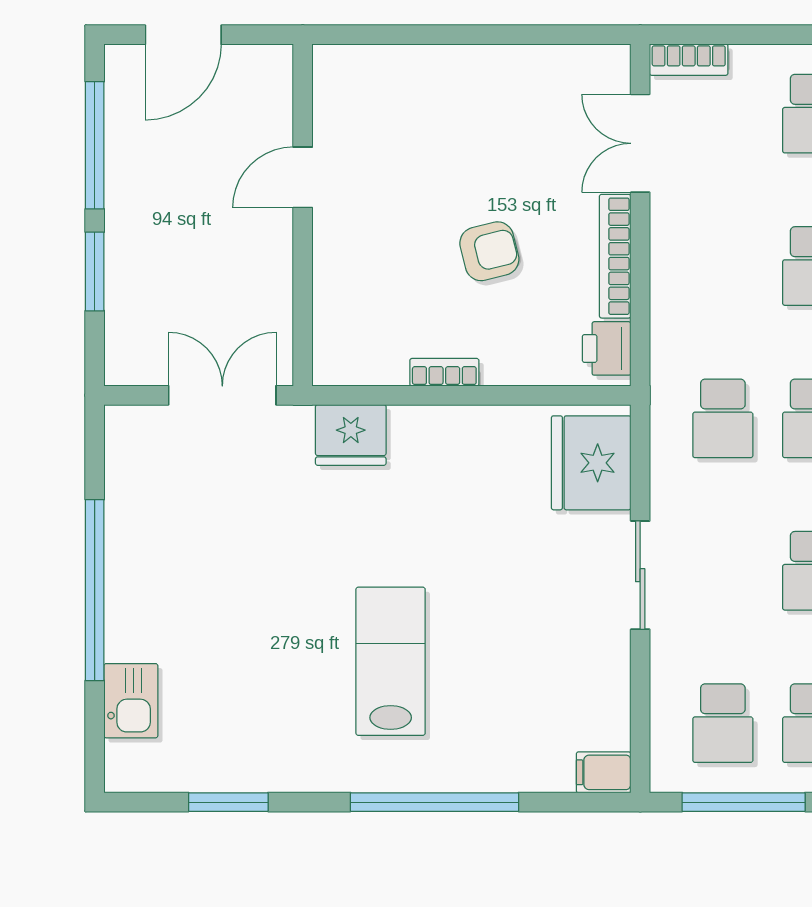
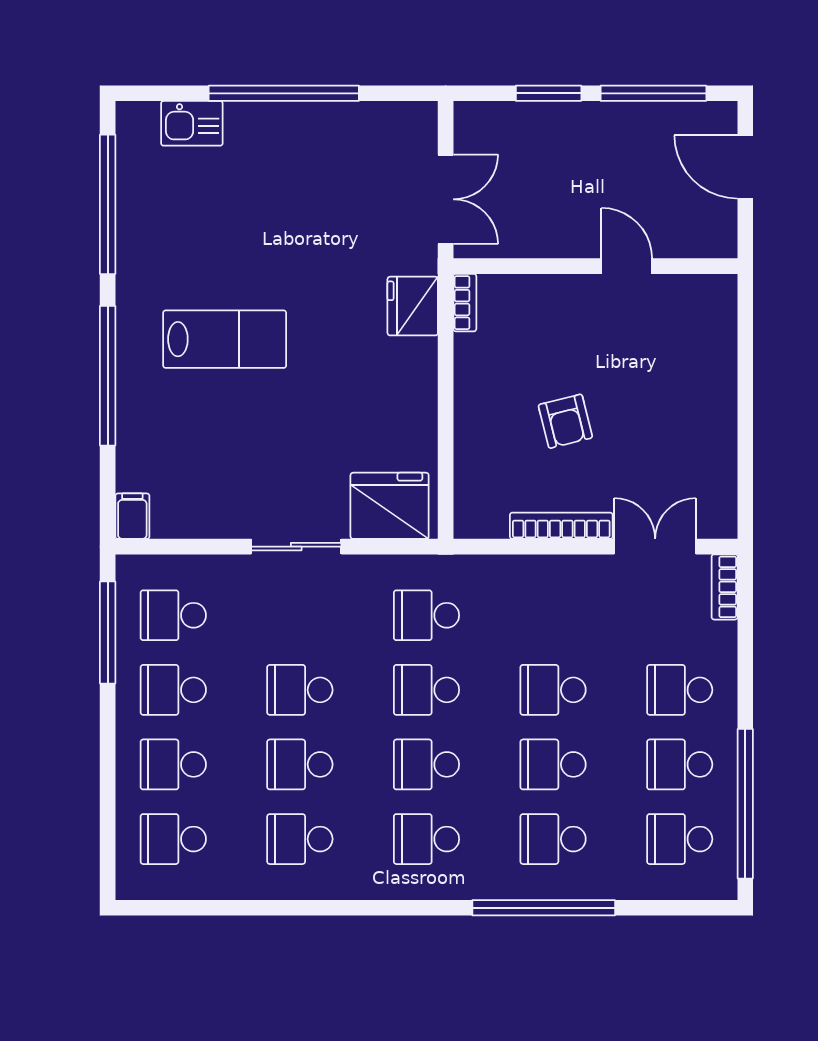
printer: (607, 348) -> (485, 519), removed
bookcase: (444, 372) -> (465, 303), moved
window: (228, 802) -> (108, 204), width x2.11

